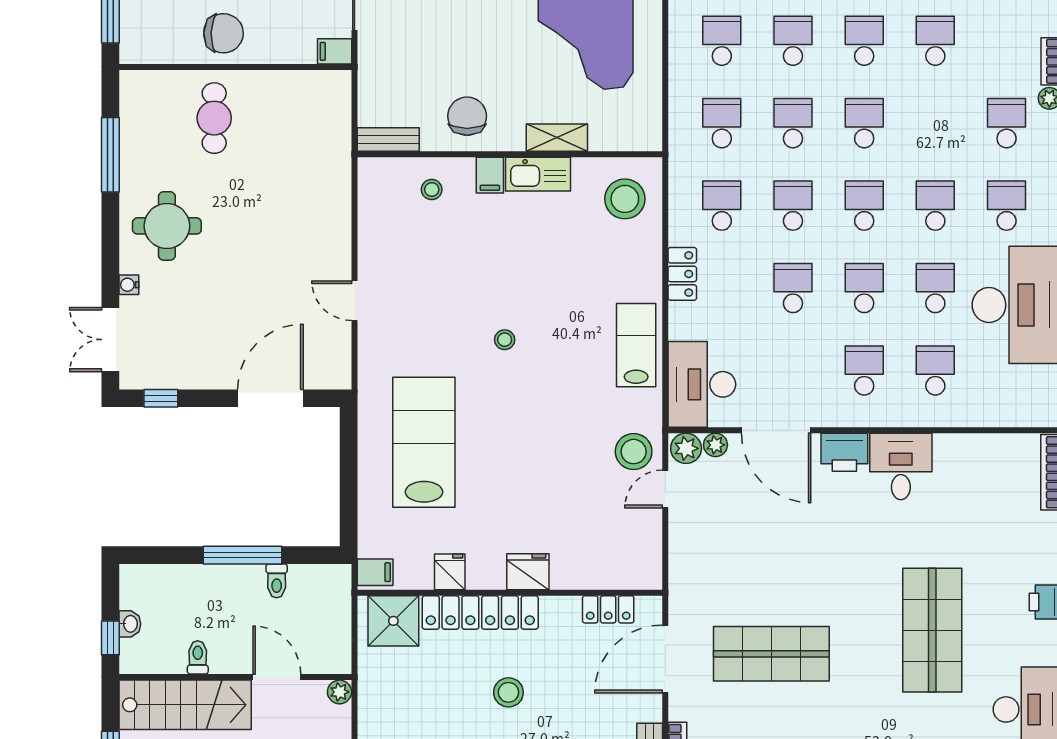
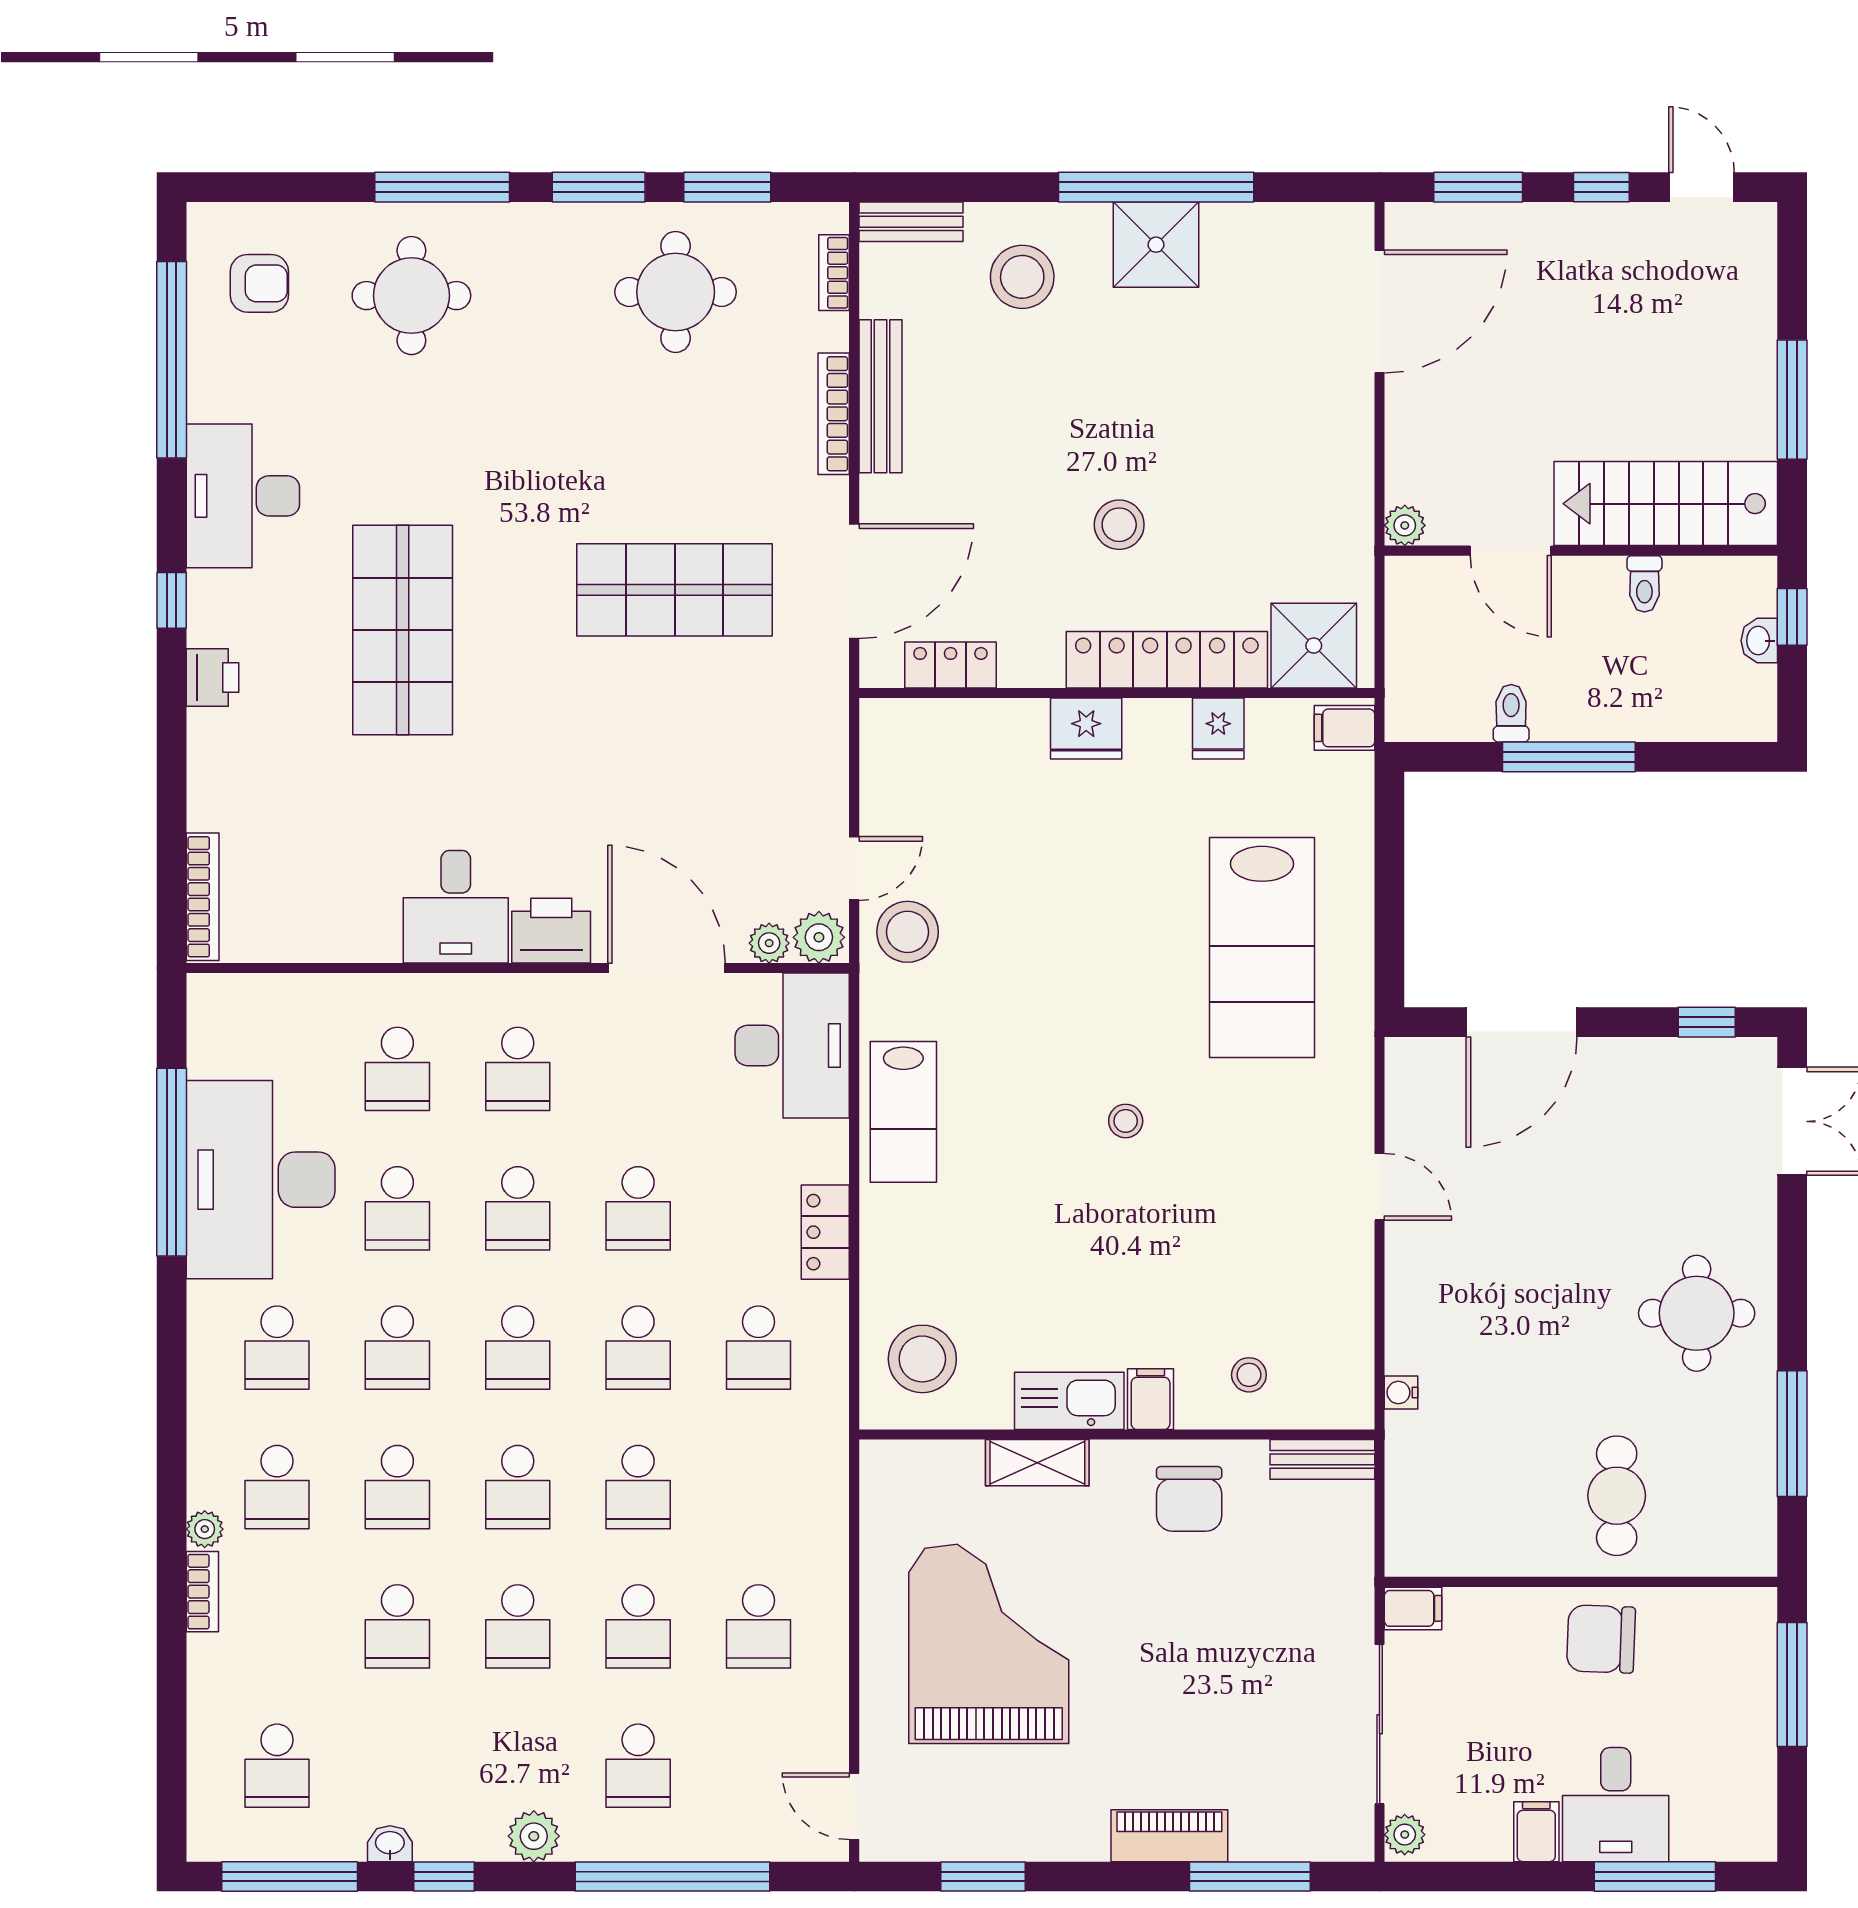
school desk: (722, 123) -> (397, 1487), moved
water cooler: (129, 285) -> (1401, 1392), moved, turned 180

